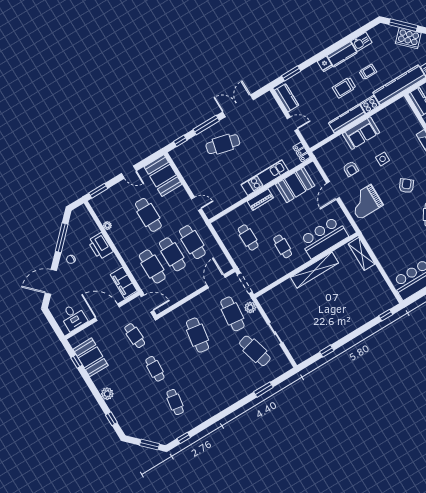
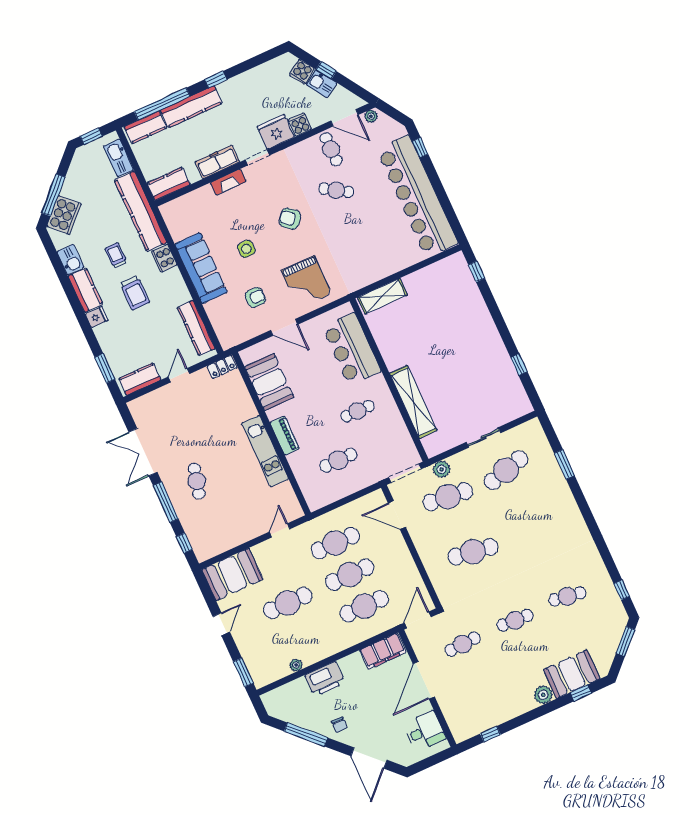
cooker: (408, 38) -> (64, 215), moved
kitchen counter: (347, 119) -> (196, 328), moved
sofa: (361, 133) -> (201, 268), width x1.36
cafe table: (223, 144) -> (197, 481), width x0.73, depth x0.74
kitchen unit: (265, 178) -> (265, 451), moved
shelving: (315, 270) -> (413, 402), moved
booth: (91, 357) -> (572, 674), moved

